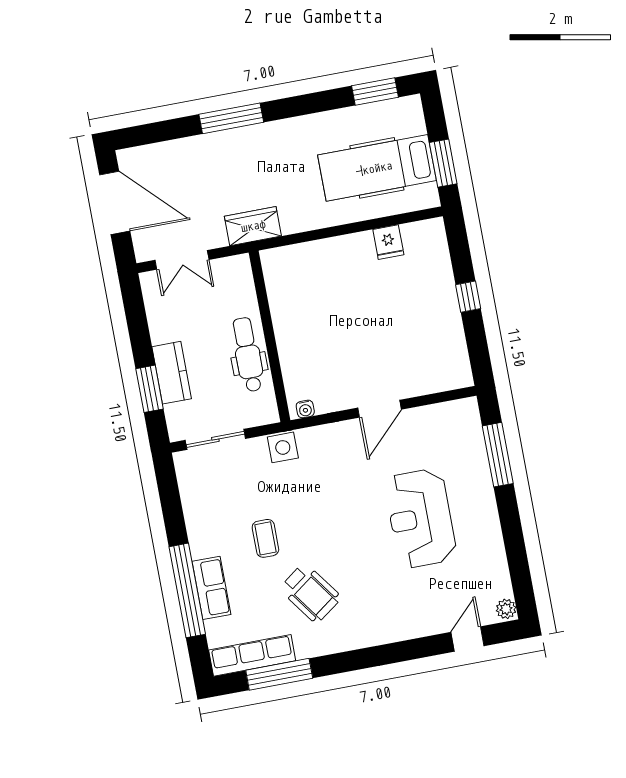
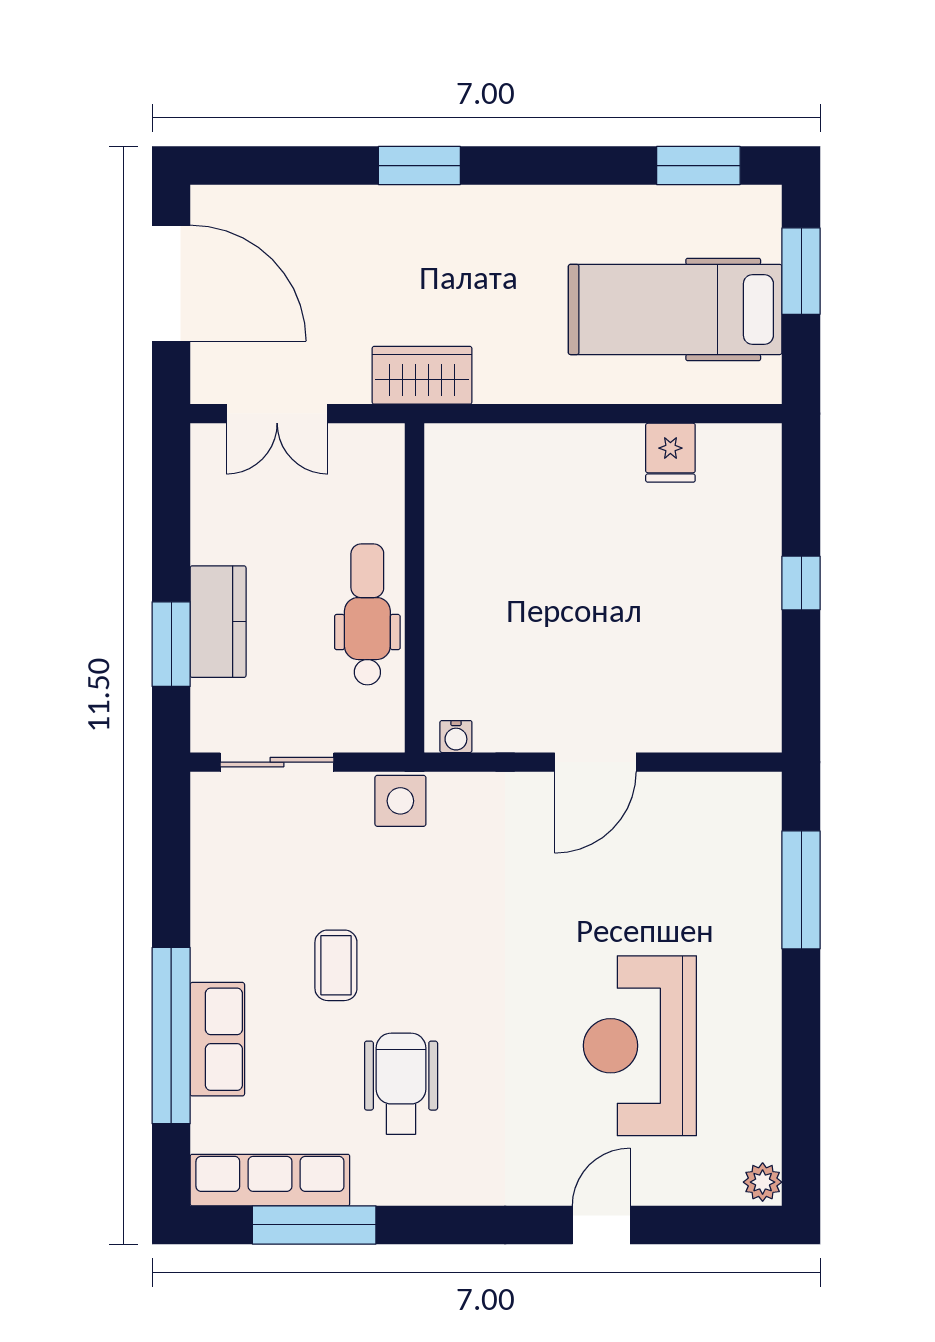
window: (231, 118) -> (419, 166), width x0.69
window: (443, 163) -> (801, 271), moved
reception desk: (421, 518) -> (640, 1046), moved
wheelchair: (310, 593) -> (401, 1084), turned -144
door: (467, 639) -> (601, 1225), moved

